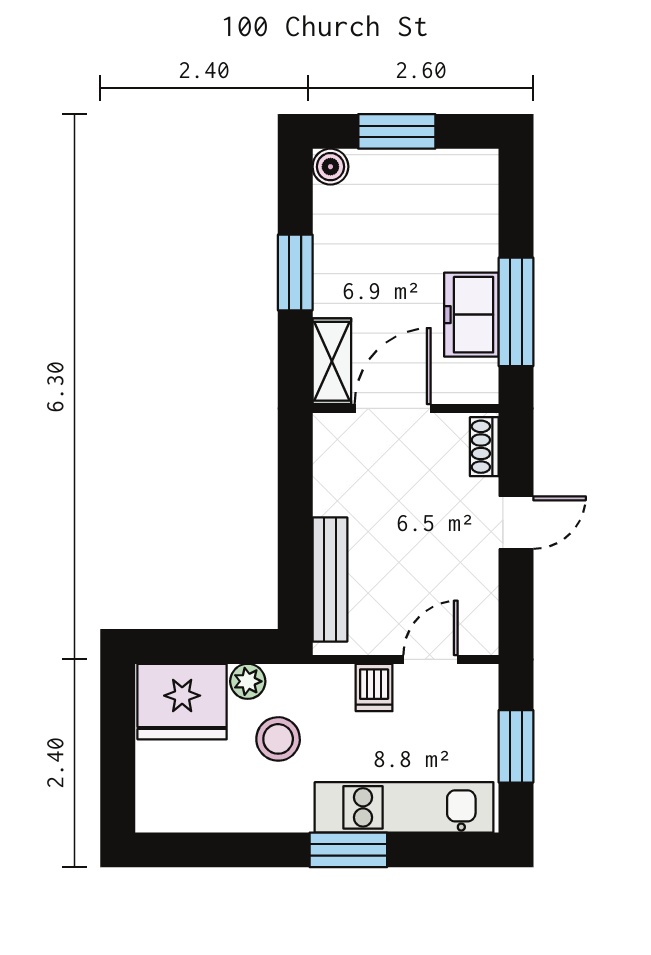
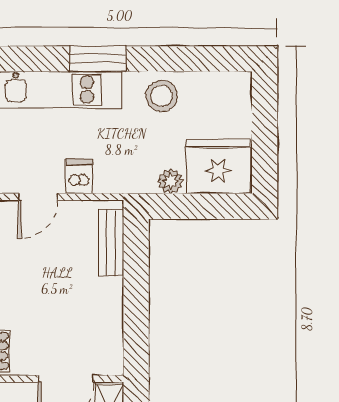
bench: (330, 579) -> (111, 243), width x0.73
stool: (278, 739) -> (162, 96), moved

